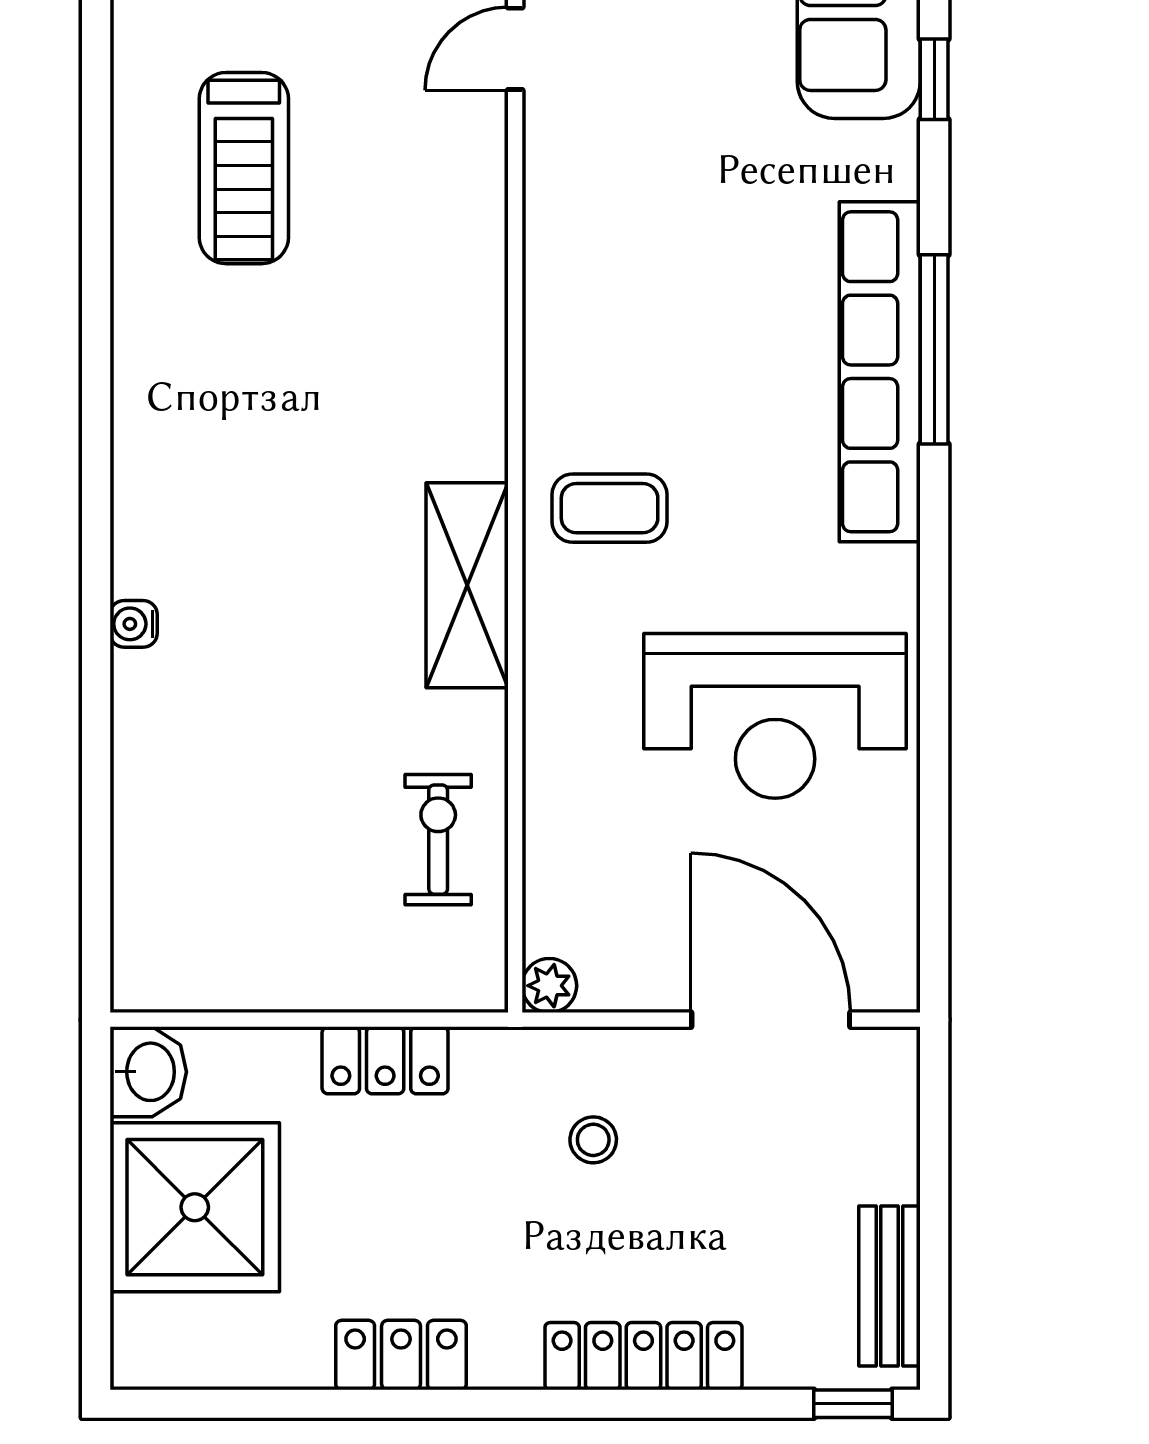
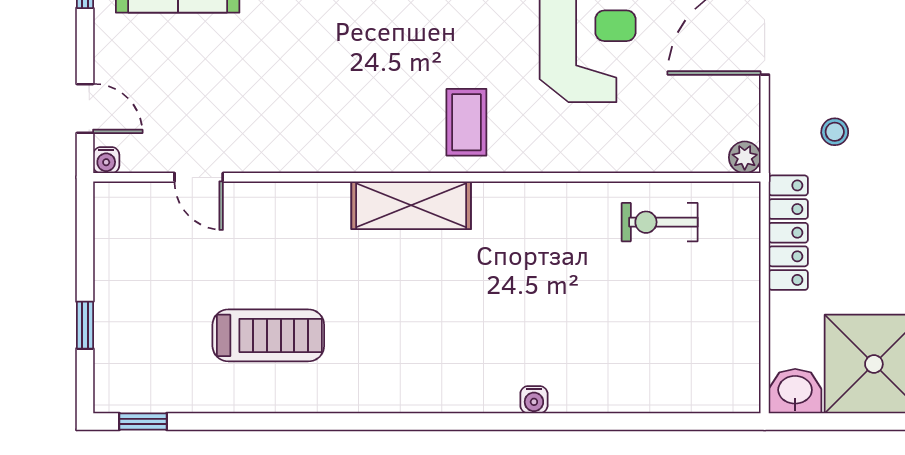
shelving: (467, 585) -> (411, 205), moved
locker: (385, 1060) -> (788, 233), width x1.53

